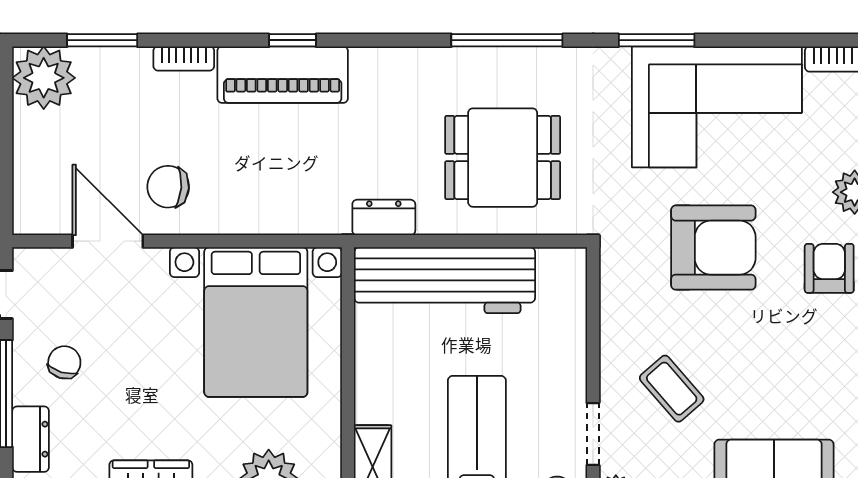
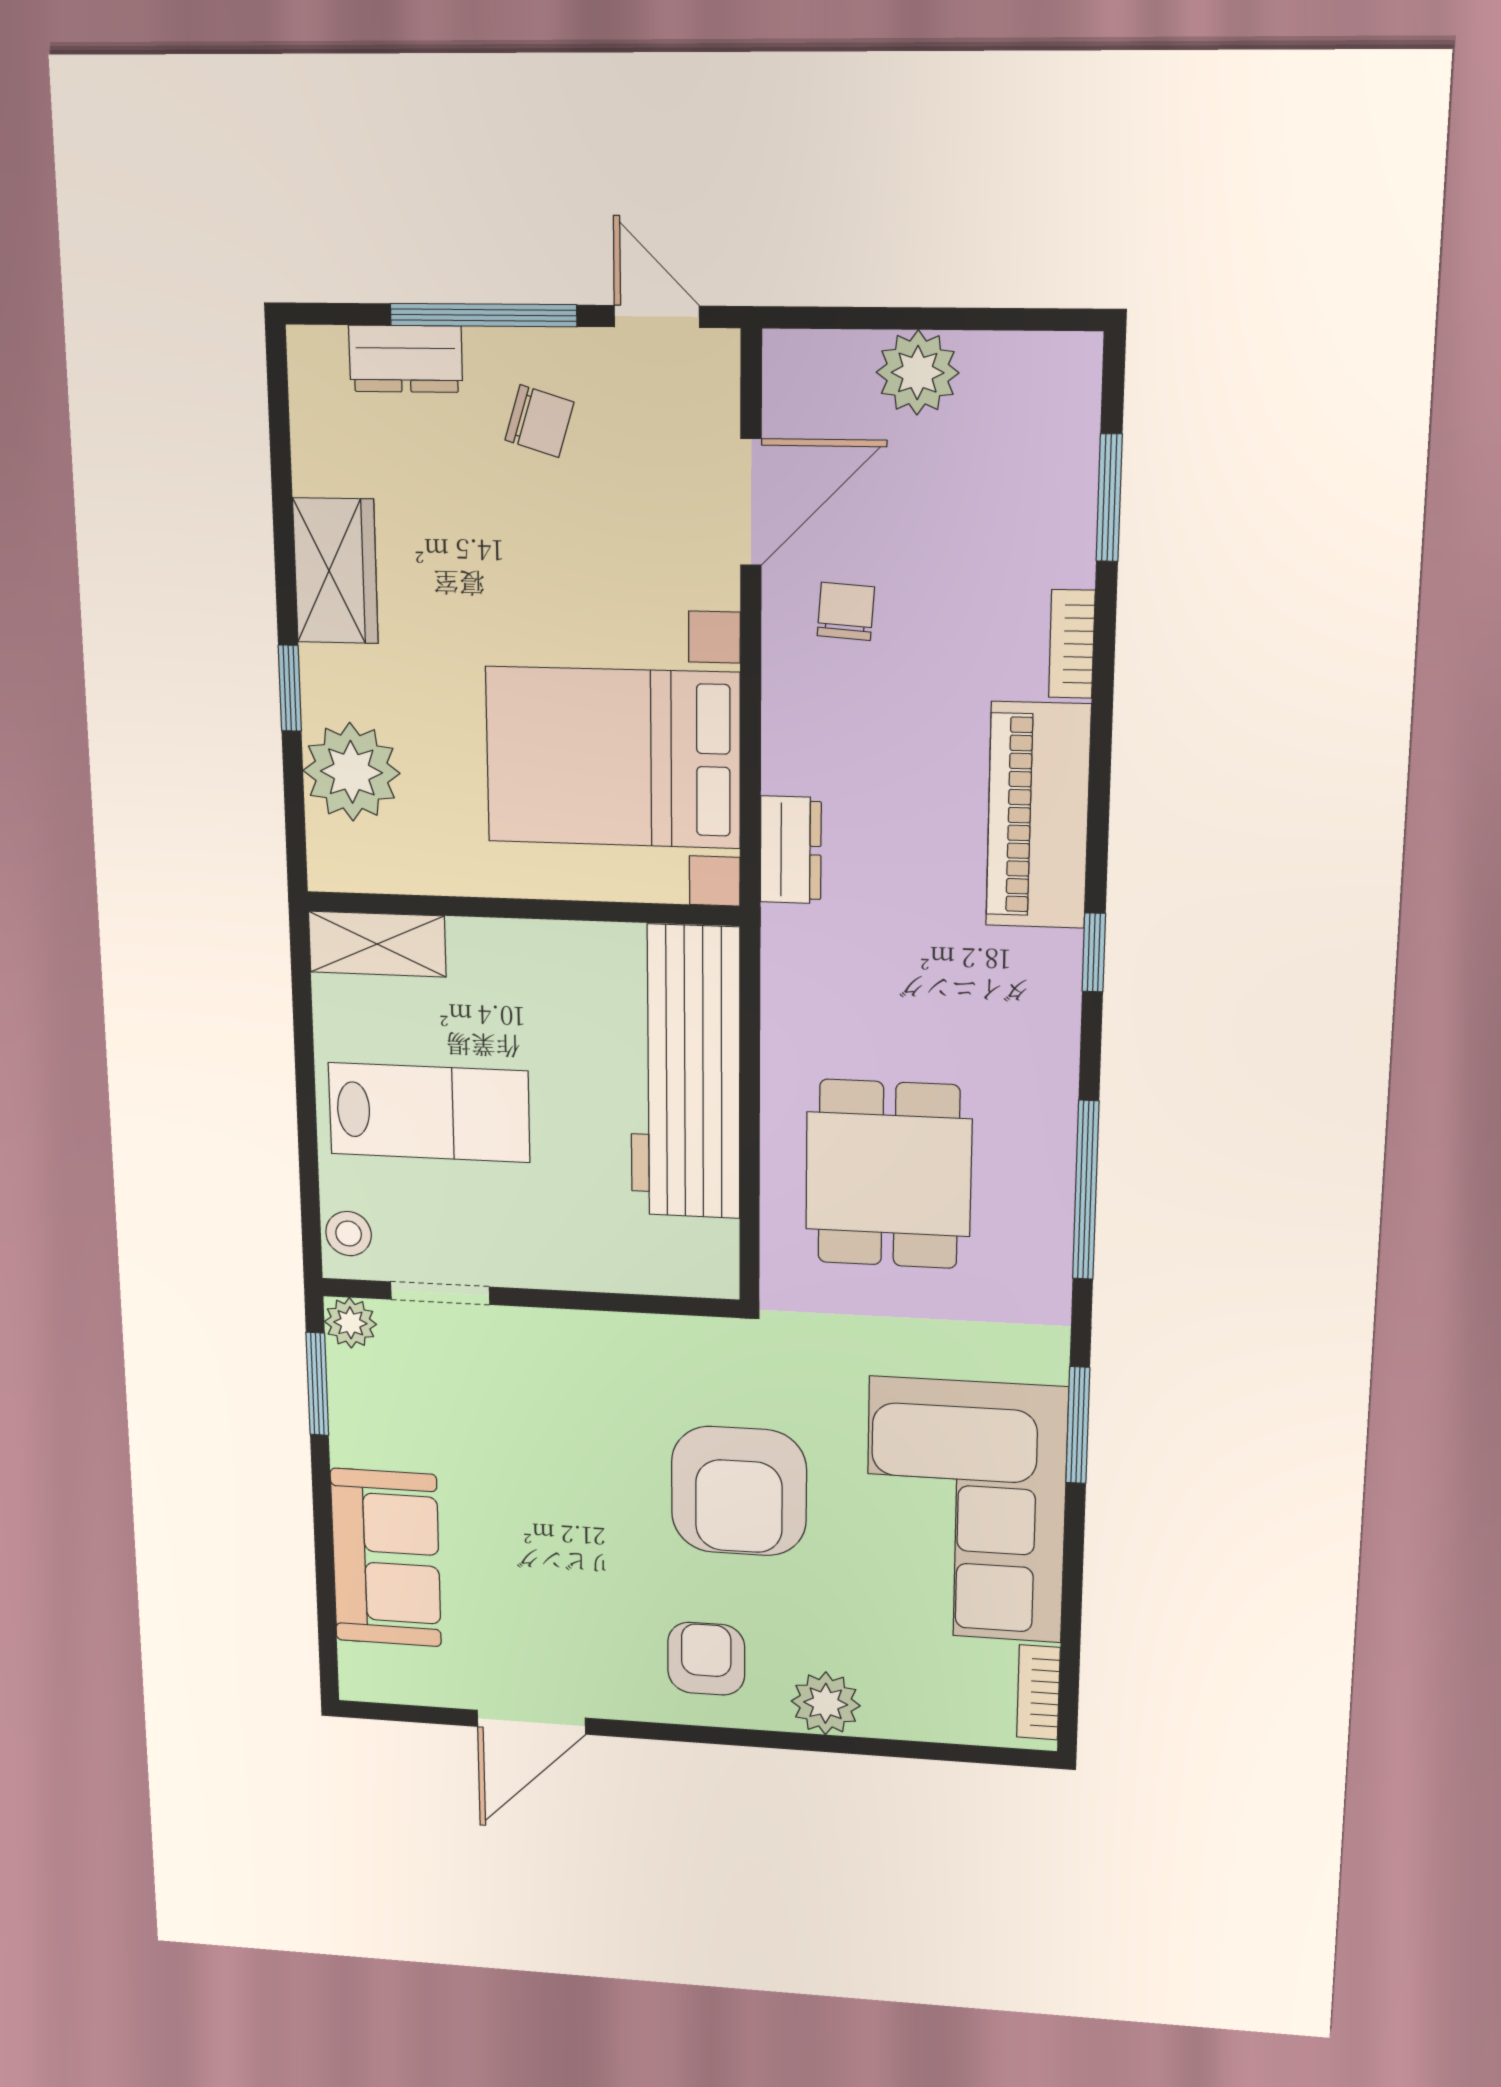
window: (292, 40) -> (1094, 952), moved
plant: (44, 78) -> (918, 373), moved, width x0.73, depth x0.73
chair: (168, 187) -> (846, 611), width x0.73, depth x0.73
dresser: (384, 217) -> (791, 850), moved
armchair: (829, 268) -> (706, 1659), turned -90
coffee table: (672, 389) -> (515, 1416), removed

